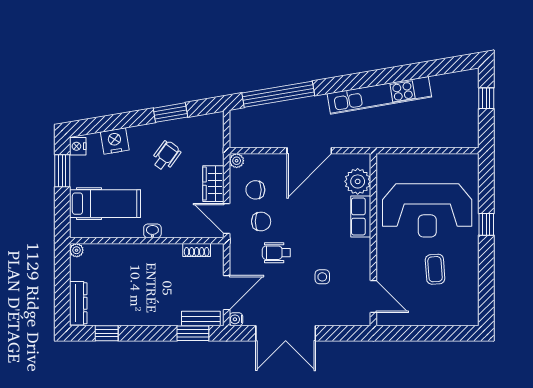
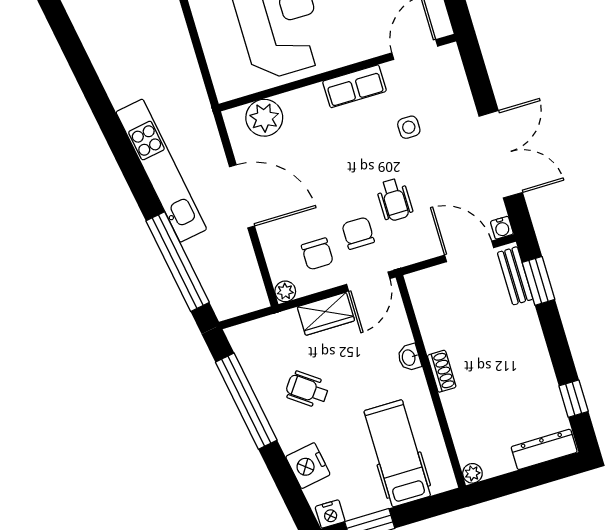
kitchen unit: (379, 95) -> (161, 171), moved
window: (170, 113) -> (246, 401), width x2.11
row of seats: (361, 216) -> (354, 86), moved
washbasin: (152, 231) -> (409, 357), moved
shoe rack: (197, 250) -> (442, 371), moved

